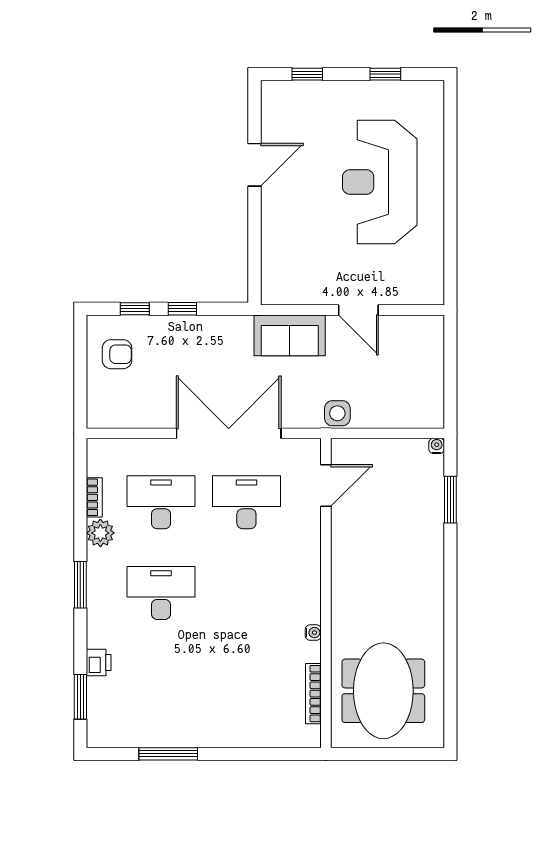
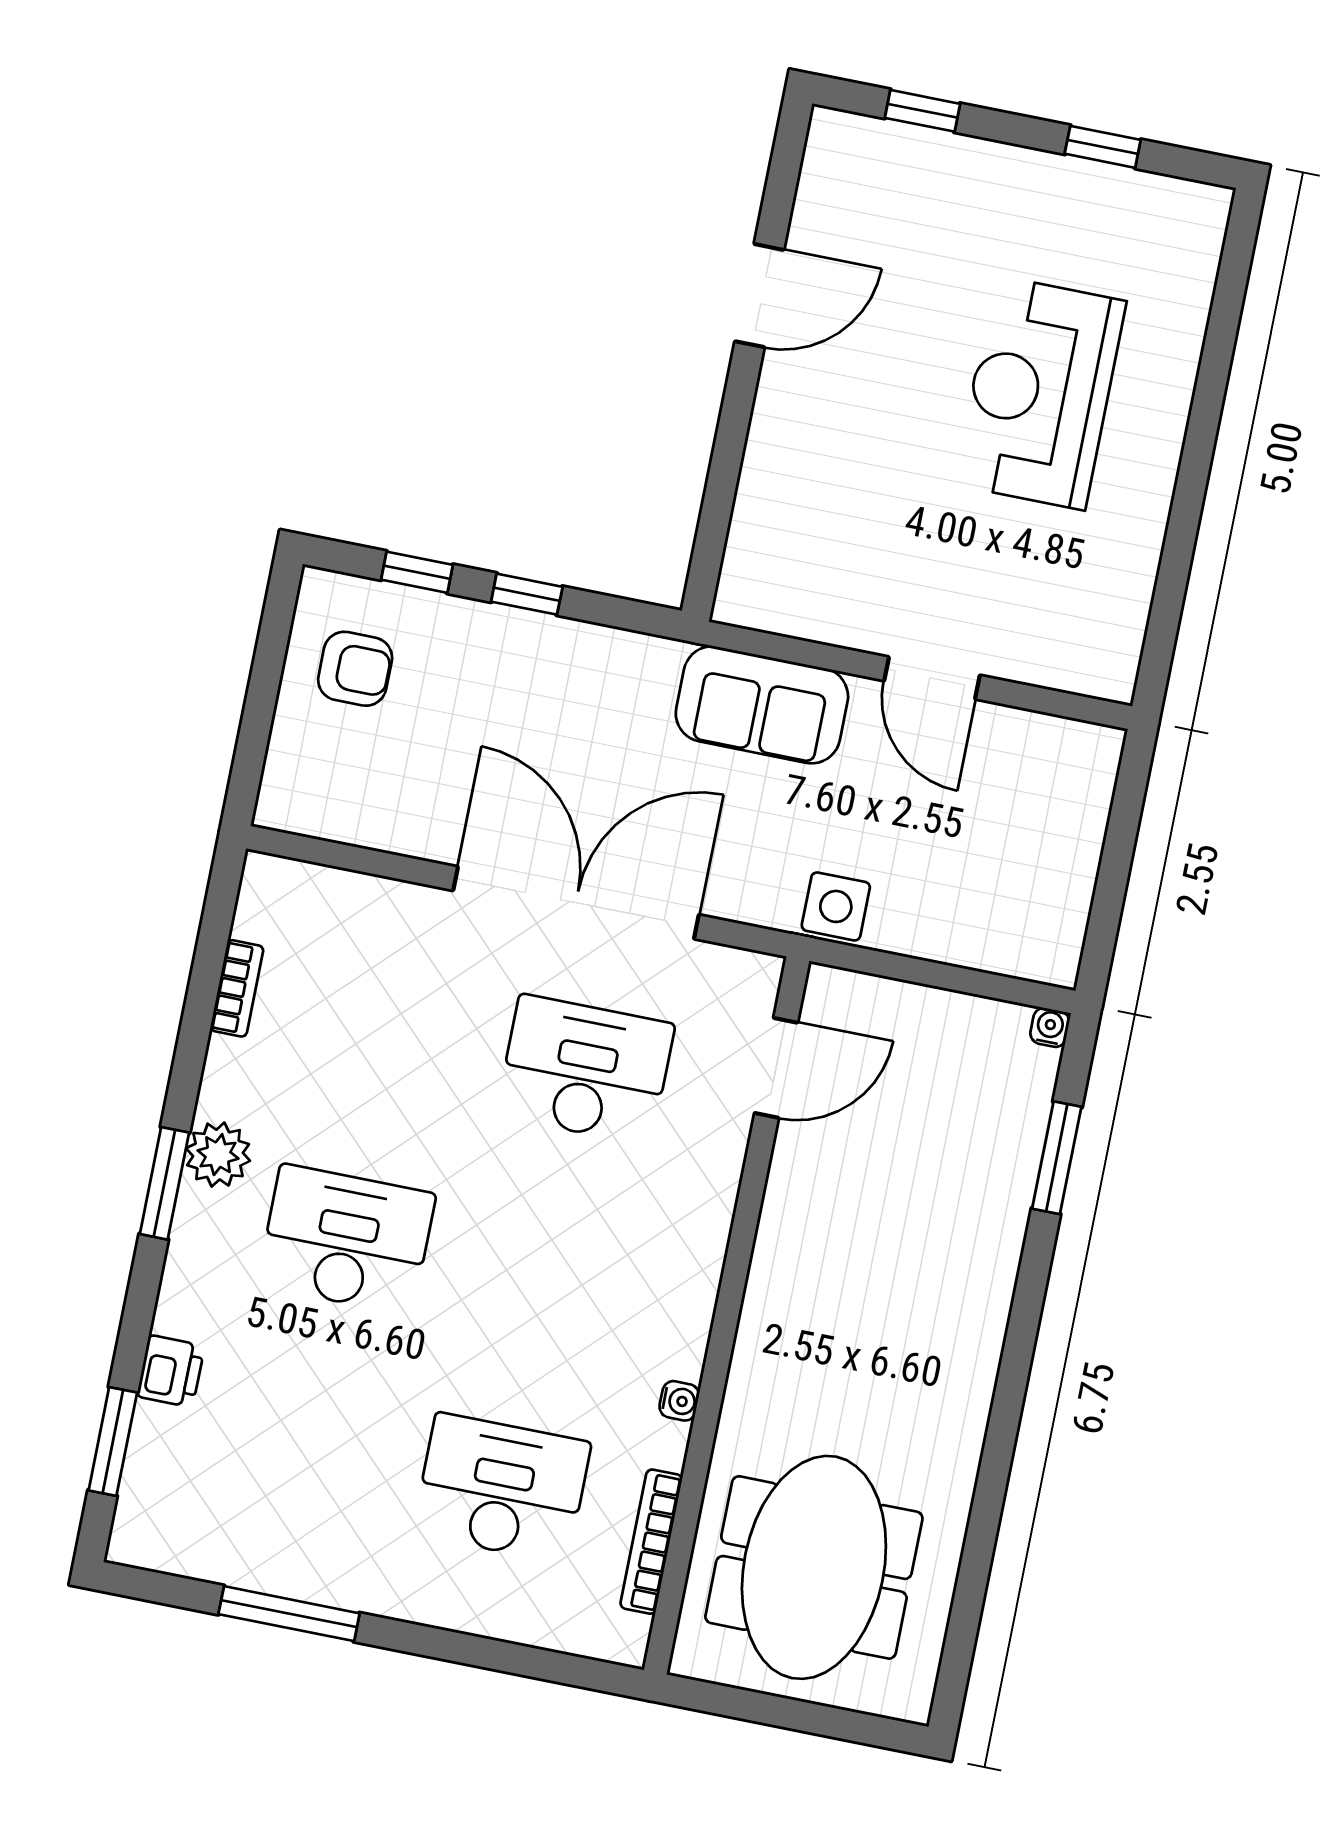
reception desk: (380, 182) -> (1040, 393), width x0.74, depth x0.77
desk: (161, 502) -> (502, 1488), moved
plant: (100, 533) -> (218, 1155), moved

